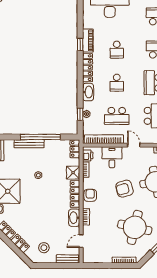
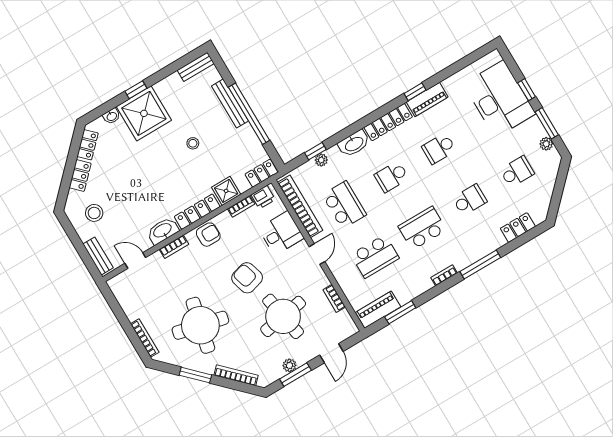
school desk: (117, 116) -> (344, 205), turned 180

